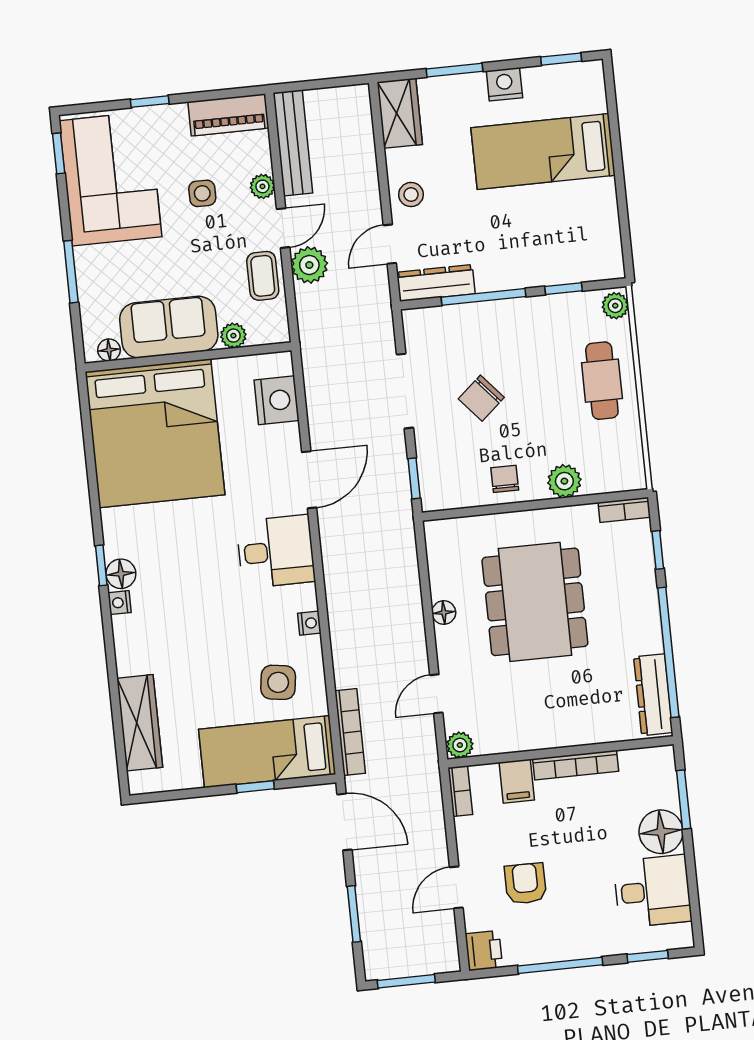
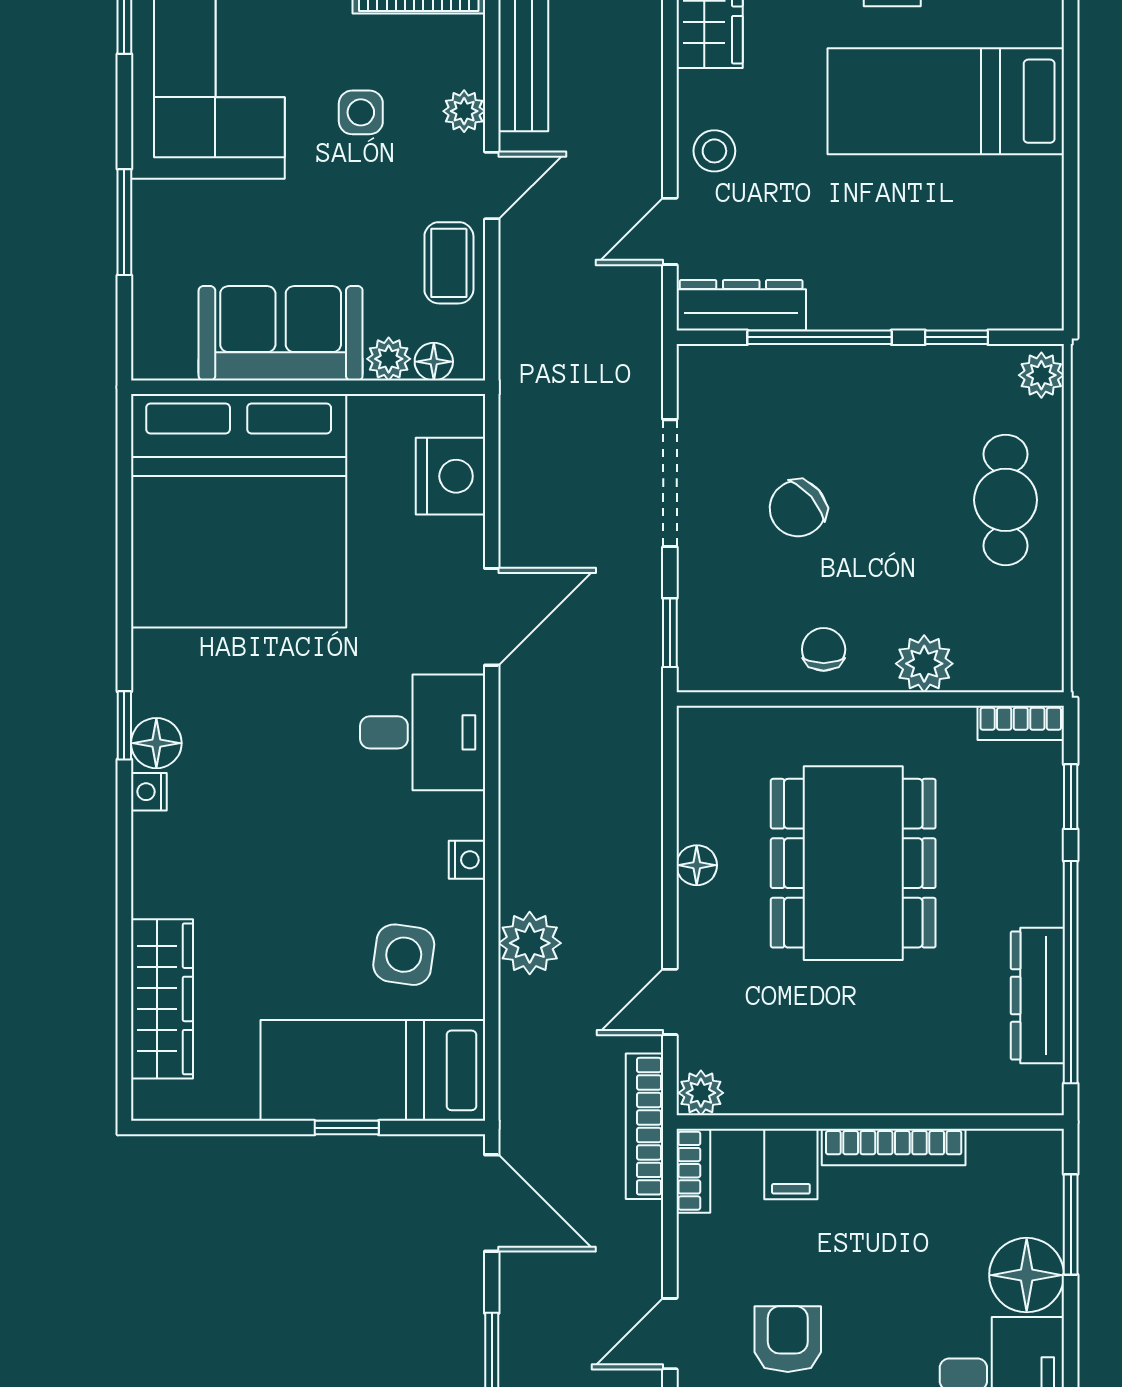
plant: (309, 265) -> (530, 943), moved
floor lamp: (109, 350) -> (434, 362), moved
dresser: (653, 695) -> (1037, 995), moved
bookcase: (350, 732) -> (645, 1126), moved, turned 180

